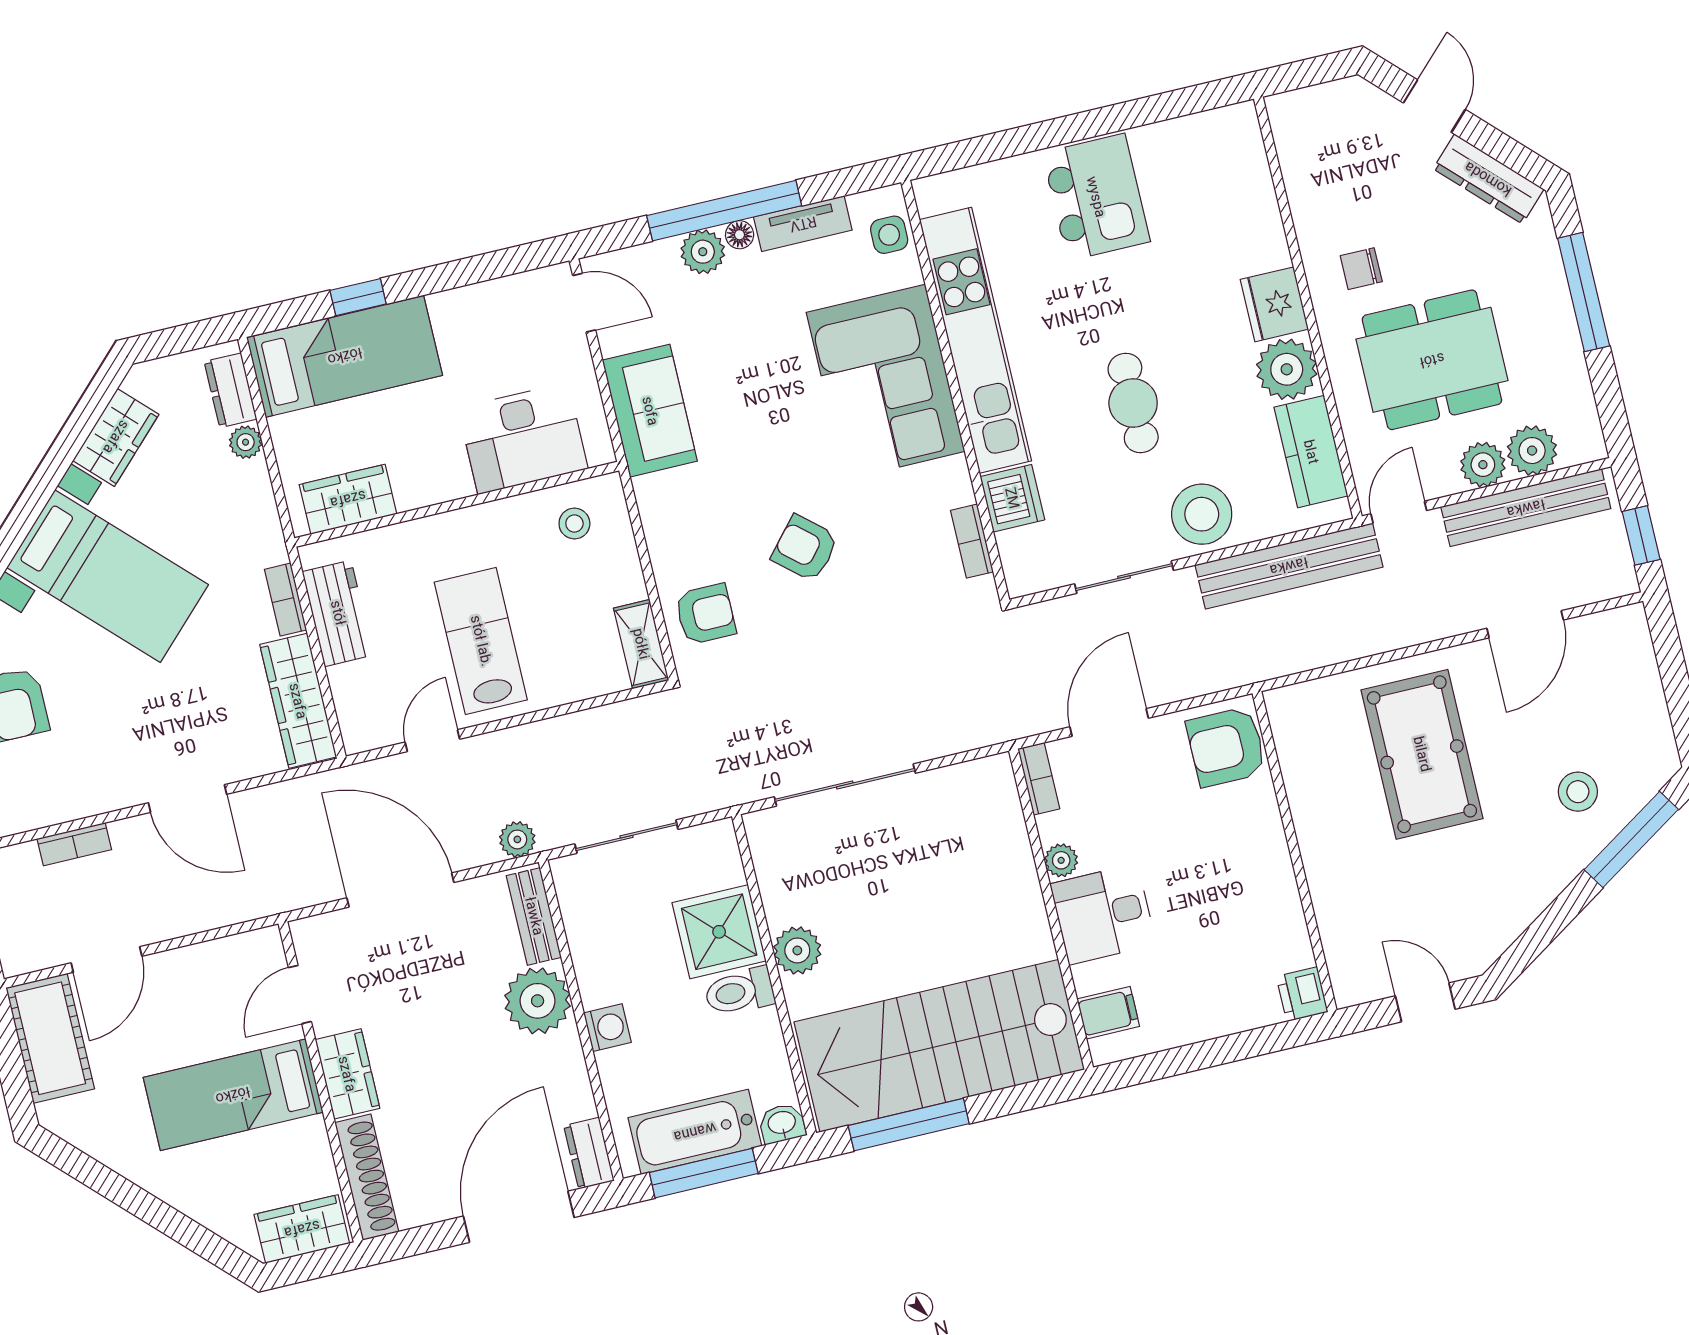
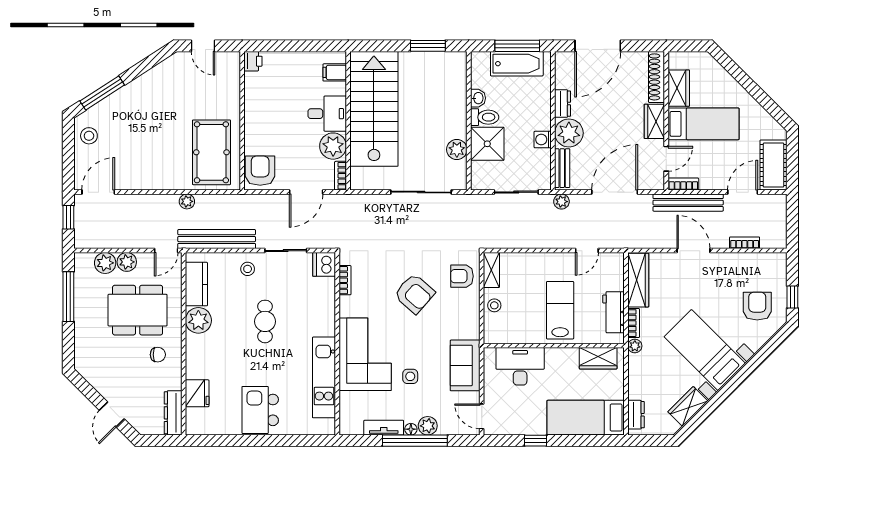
dresser: (1488, 179) -> (173, 413), moved, turned -135
side table: (889, 235) -> (410, 376), moved
window: (1584, 292) -> (68, 297), moved
window: (358, 297) -> (536, 441), moved
fridge: (1274, 304) -> (197, 393), moved
kitchen unit: (975, 340) -> (324, 377), width x0.73
plant: (246, 442) -> (635, 346), moved
dishwasher: (1012, 498) -> (324, 264), moved
bench: (1526, 508) -> (688, 203), moved
stool: (1202, 514) -> (248, 269), width x0.53, depth x0.53
stool: (574, 524) -> (494, 305), moved
armchair: (805, 548) -> (414, 294), width x1.38, depth x1.38
door: (1525, 624) -> (98, 192), moved
plant: (1378, 636) -> (187, 201), added
lab bench: (481, 641) -> (560, 310), moved, turned 180
armchair: (1226, 747) -> (260, 171), turned -90
pool table: (1422, 754) -> (211, 152), moved
stool: (1578, 792) -> (89, 136), moved
plant: (1061, 860) -> (333, 146), width x1.87, depth x1.87
door: (400, 890) -> (615, 192), swing flipped
bookcase: (247, 946) -> (683, 184), added
plant: (797, 950) -> (457, 149), moved
washing machine: (607, 1028) -> (543, 140), moved
stairs: (939, 1046) -> (374, 109), moved, turned -90
washbasin: (782, 1123) -> (478, 98), moved, turned -90
window: (909, 1125) -> (428, 46), width x0.69
dresser: (589, 1153) -> (563, 104), moved
wardrobe: (302, 1229) -> (679, 88), moved, turned -90

